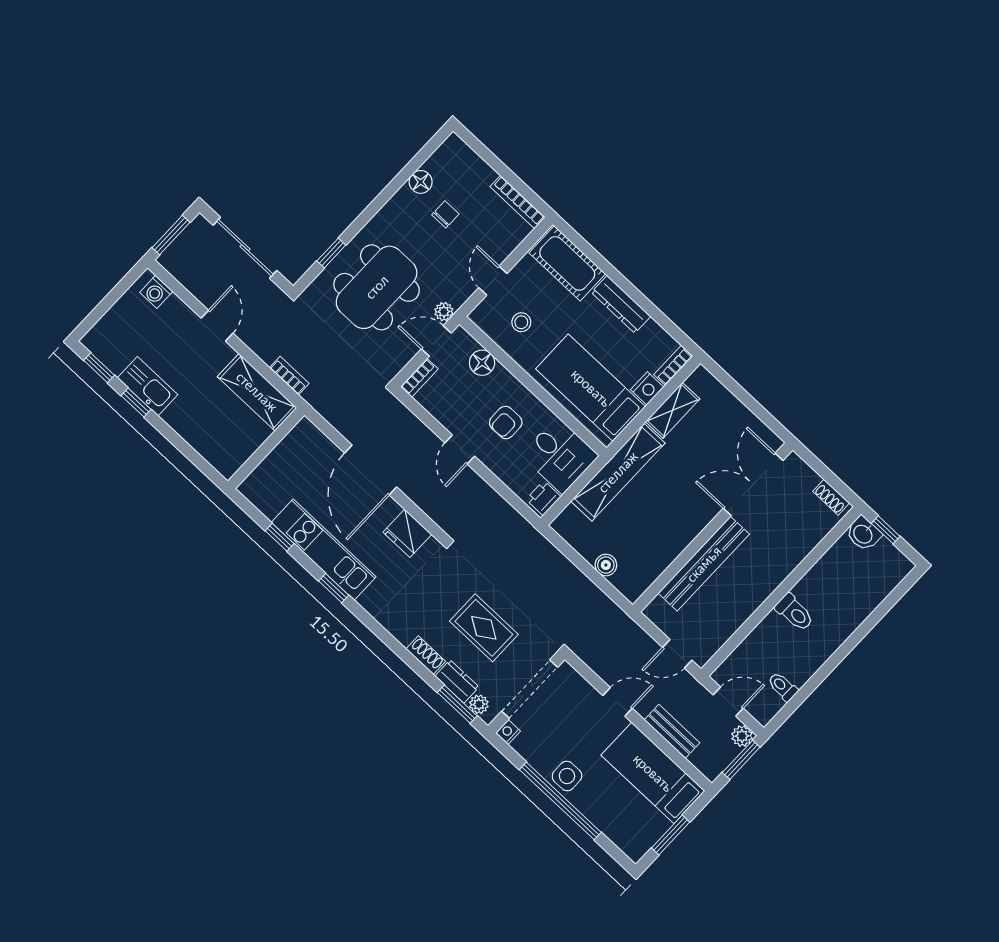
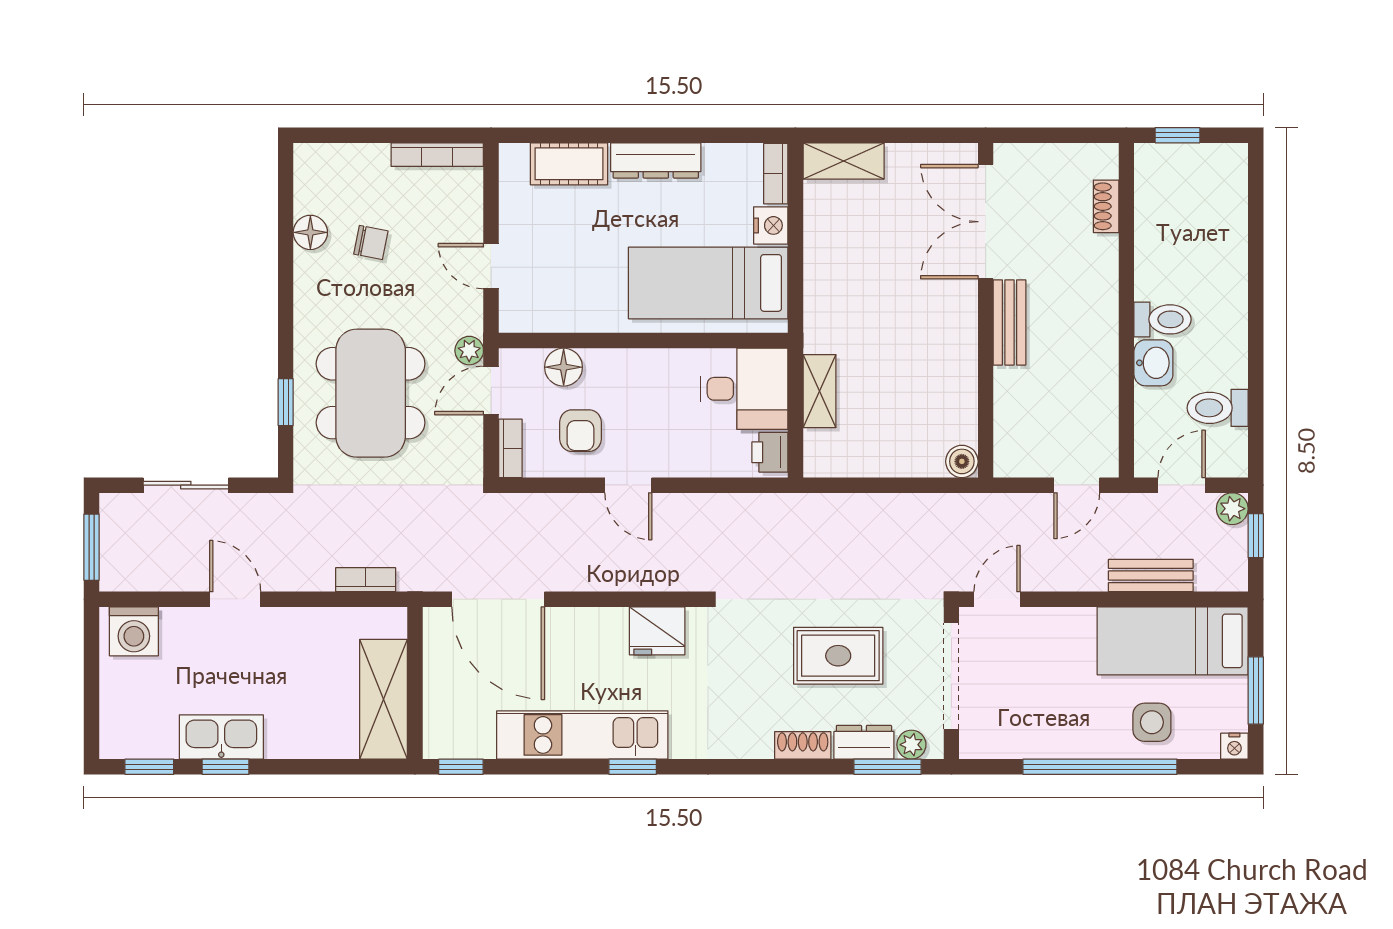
chair: (445, 214) -> (371, 242), turned 101
sliding door: (245, 248) -> (186, 485), width x0.73
cot: (567, 263) -> (569, 164), width x0.73, depth x0.75
washing machine: (156, 292) -> (134, 631), width x1.38, depth x1.38
stool: (521, 322) -> (565, 283), removed
shelving: (257, 392) -> (383, 699), moved, turned 90
shelving: (673, 410) -> (844, 161), moved, turned 90
armchair: (506, 423) -> (580, 431), moved
door: (371, 470) -> (498, 599), moved
shelving: (618, 472) -> (819, 391), width x0.45, depth x0.75
shoe rack: (831, 497) -> (1106, 206), moved, turned 90
washbasin: (863, 534) -> (1153, 363), moved, turned -90
window: (280, 537) -> (461, 767), moved
bench: (704, 564) -> (1010, 322), width x0.54, depth x0.82
boiler: (606, 565) -> (962, 461), moved
toilet: (783, 687) -> (1218, 408), width x1.37, depth x1.39
door: (618, 702) -> (997, 599), moved
nightstand: (508, 732) -> (1234, 746), moved, turned -90
window: (741, 760) -> (1256, 536), width x0.67
side table: (567, 776) -> (1152, 722), moved

